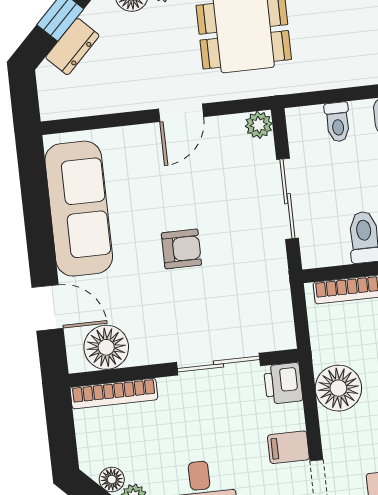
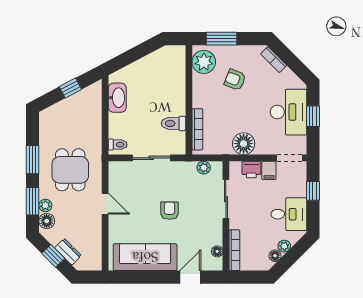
toilet: (338, 122) -> (118, 145), moved
plant: (259, 125) -> (204, 168), moved
floor lamp: (106, 347) -> (217, 251), width x0.53, depth x0.53
printer: (283, 383) -> (251, 170), moved

